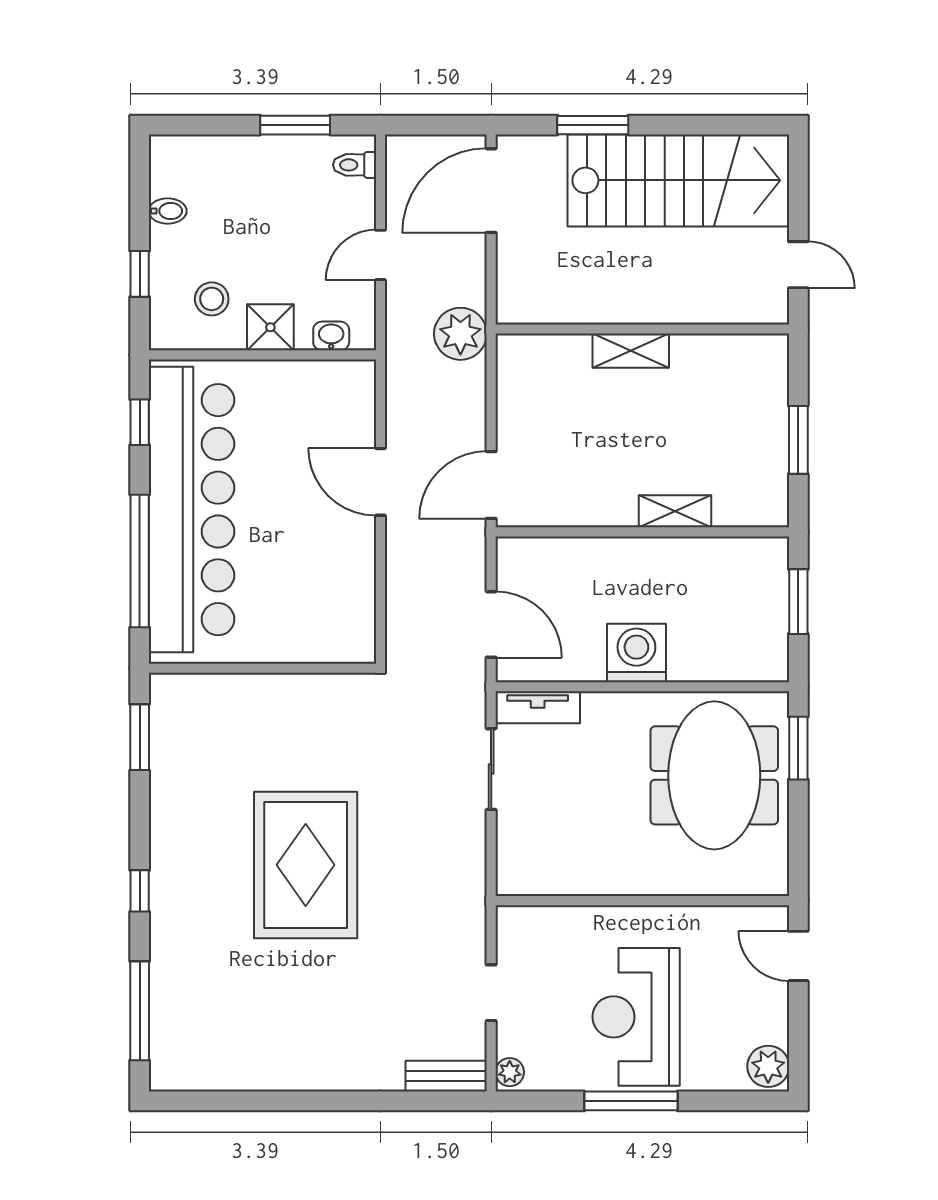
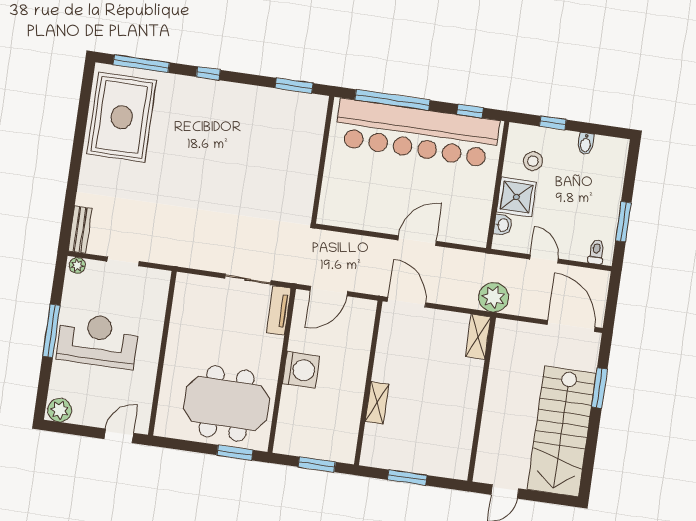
shower: (270, 327) -> (516, 197), width x1.36, depth x1.36
shelving: (631, 351) -> (478, 337), moved
rug: (306, 865) -> (122, 117), moved, turned 90

